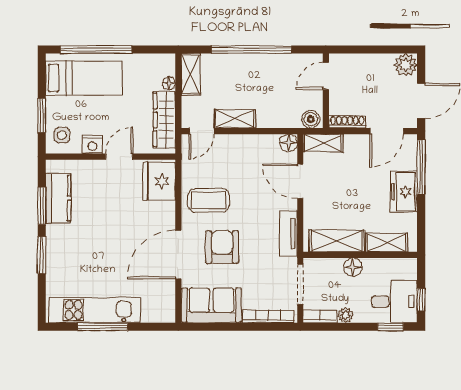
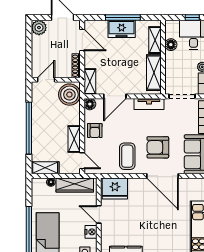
door: (326, 76) -> (46, 80), swing flipped
boiler: (311, 119) -> (69, 95), width x1.86, depth x1.86
armchair: (248, 150) -> (95, 130), added
window: (421, 167) -> (123, 18), moved
floor lamp: (353, 267) -> (171, 45), moved

